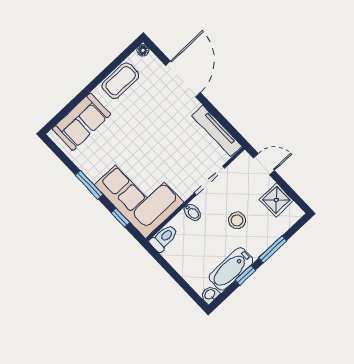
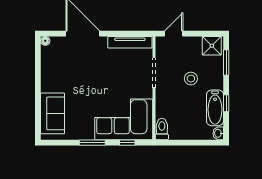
coffee table: (120, 81) -> (50, 70), removed
shower: (276, 200) -> (212, 46), moved
bidet: (192, 212) -> (163, 99), removed
window: (273, 249) -> (226, 63), moved

